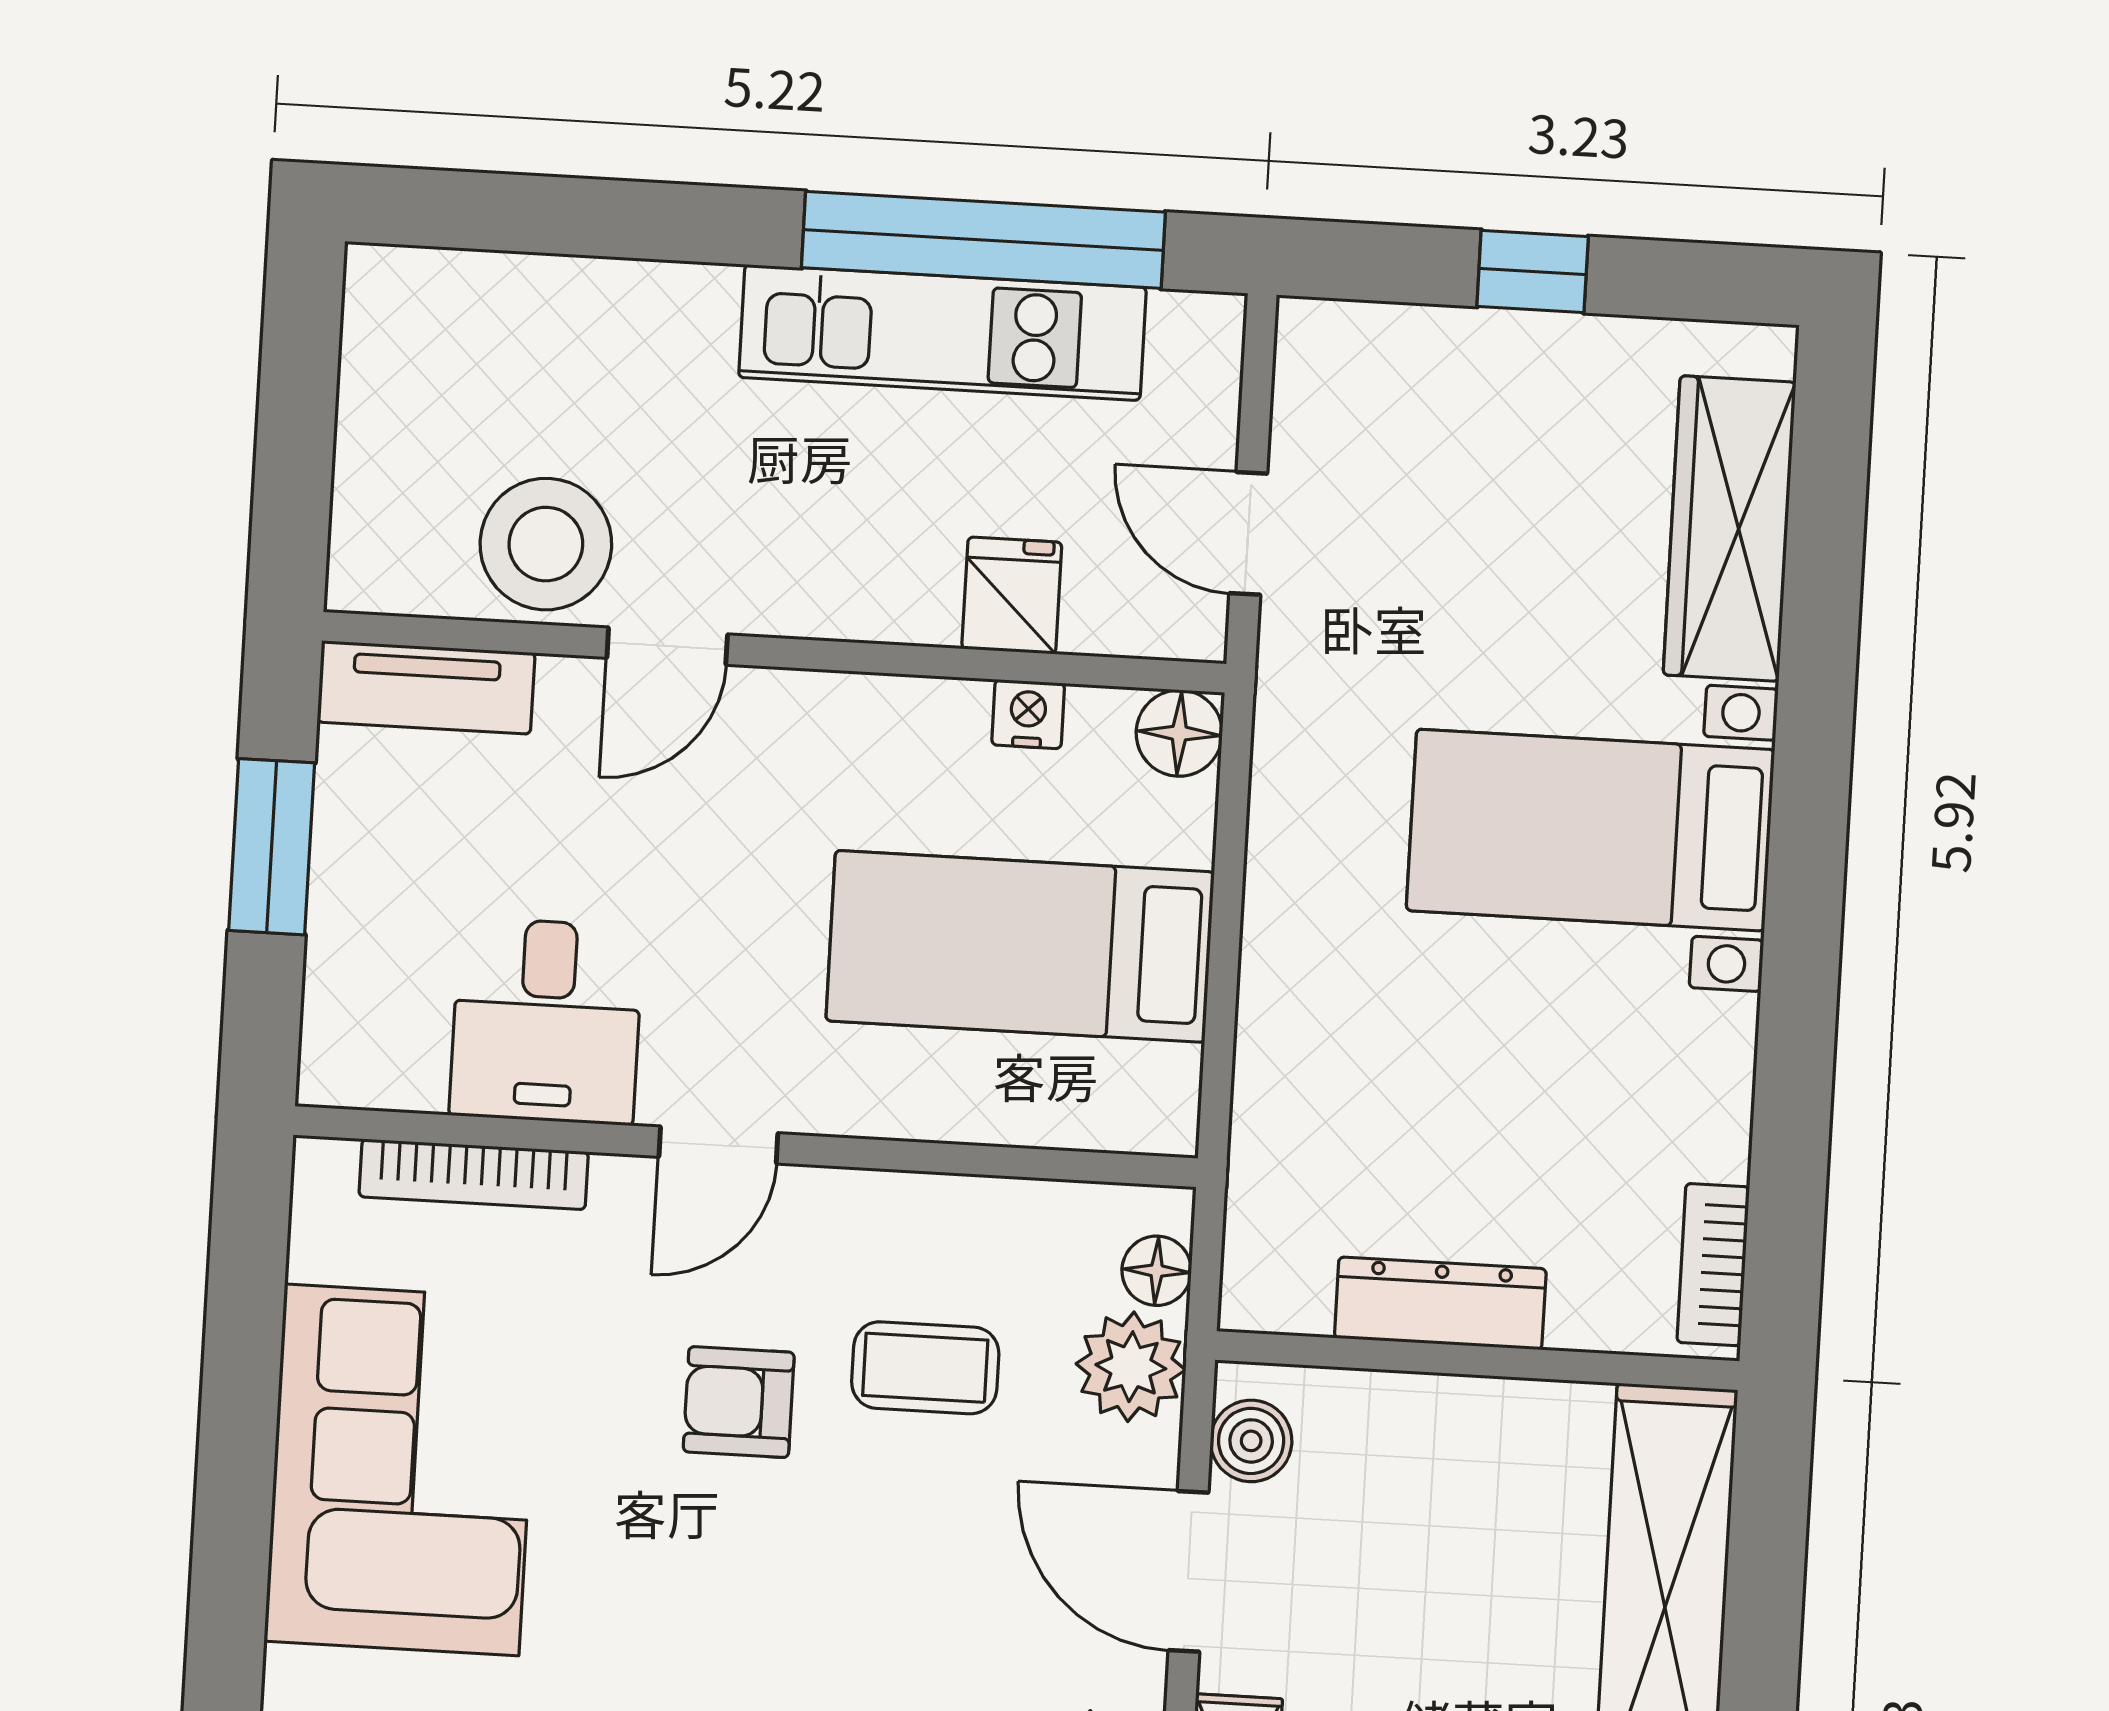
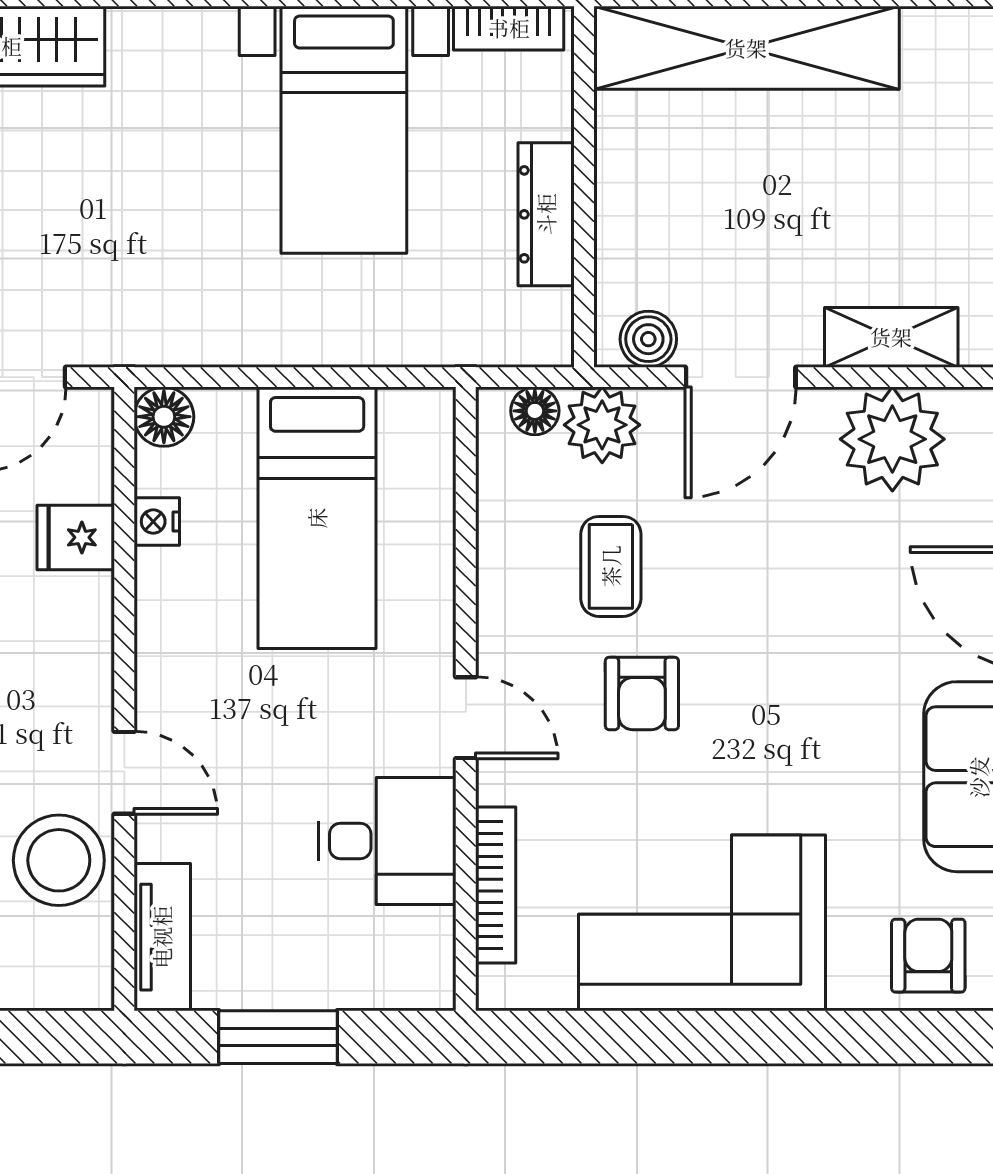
bed with nightstands: (1590, 830) -> (344, 130), moved

